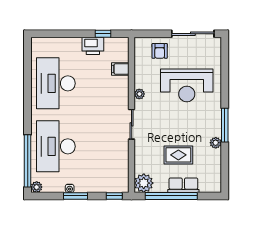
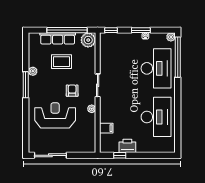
armchair: (160, 51) -> (72, 91), moved
row of seats: (183, 185) -> (58, 38), width x1.48

